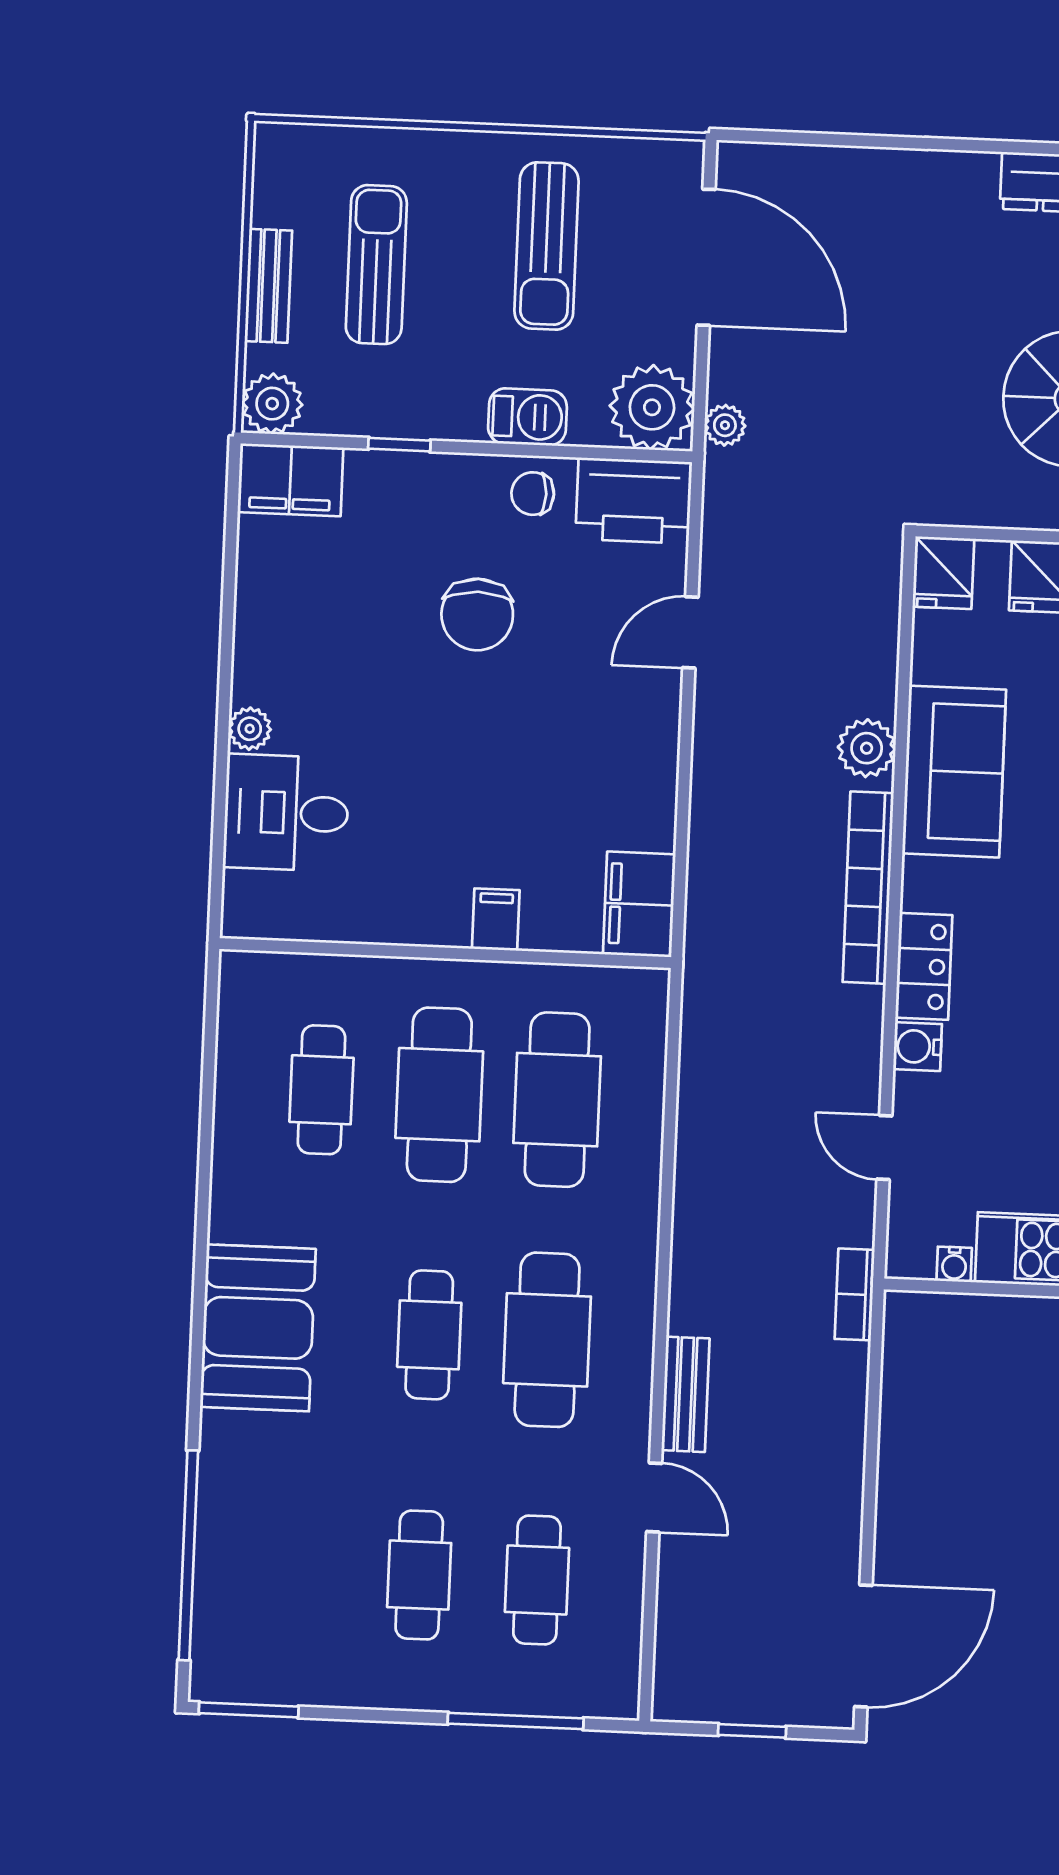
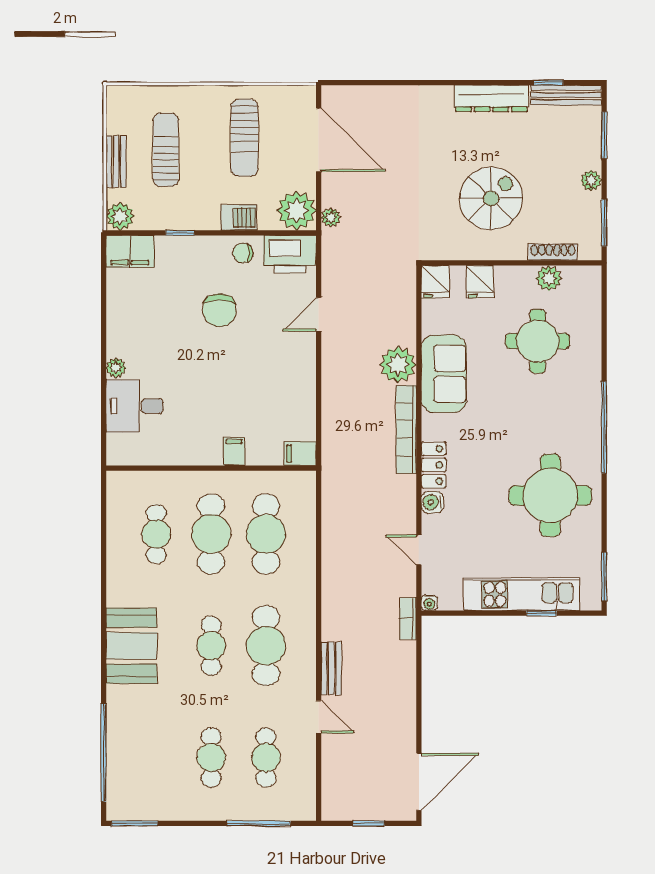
plant: (867, 748) -> (398, 365), width x1.36, depth x1.36
filing cabinet: (639, 904) -> (300, 454), width x0.50
water cooler: (954, 1264) -> (429, 603), moved

